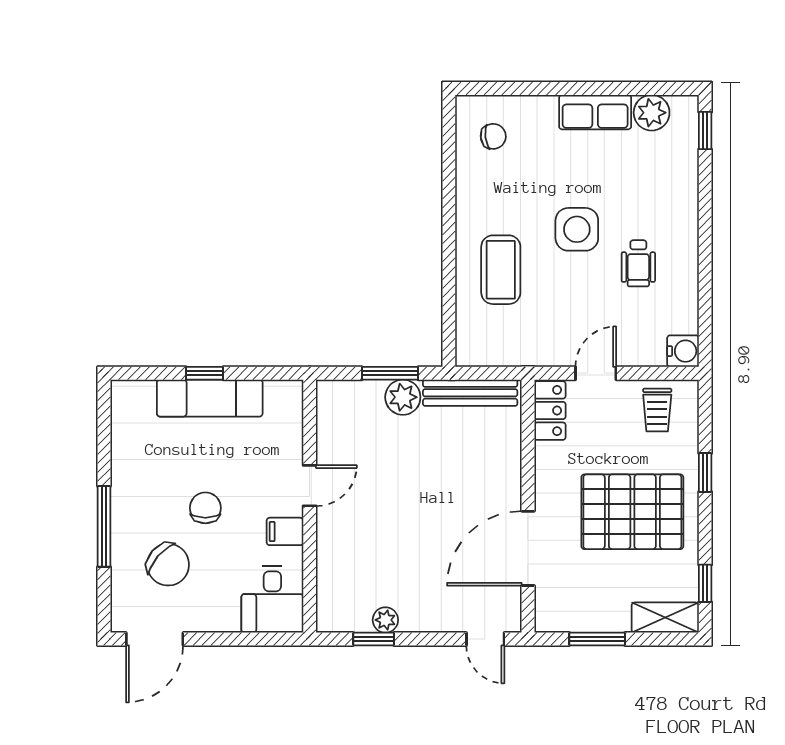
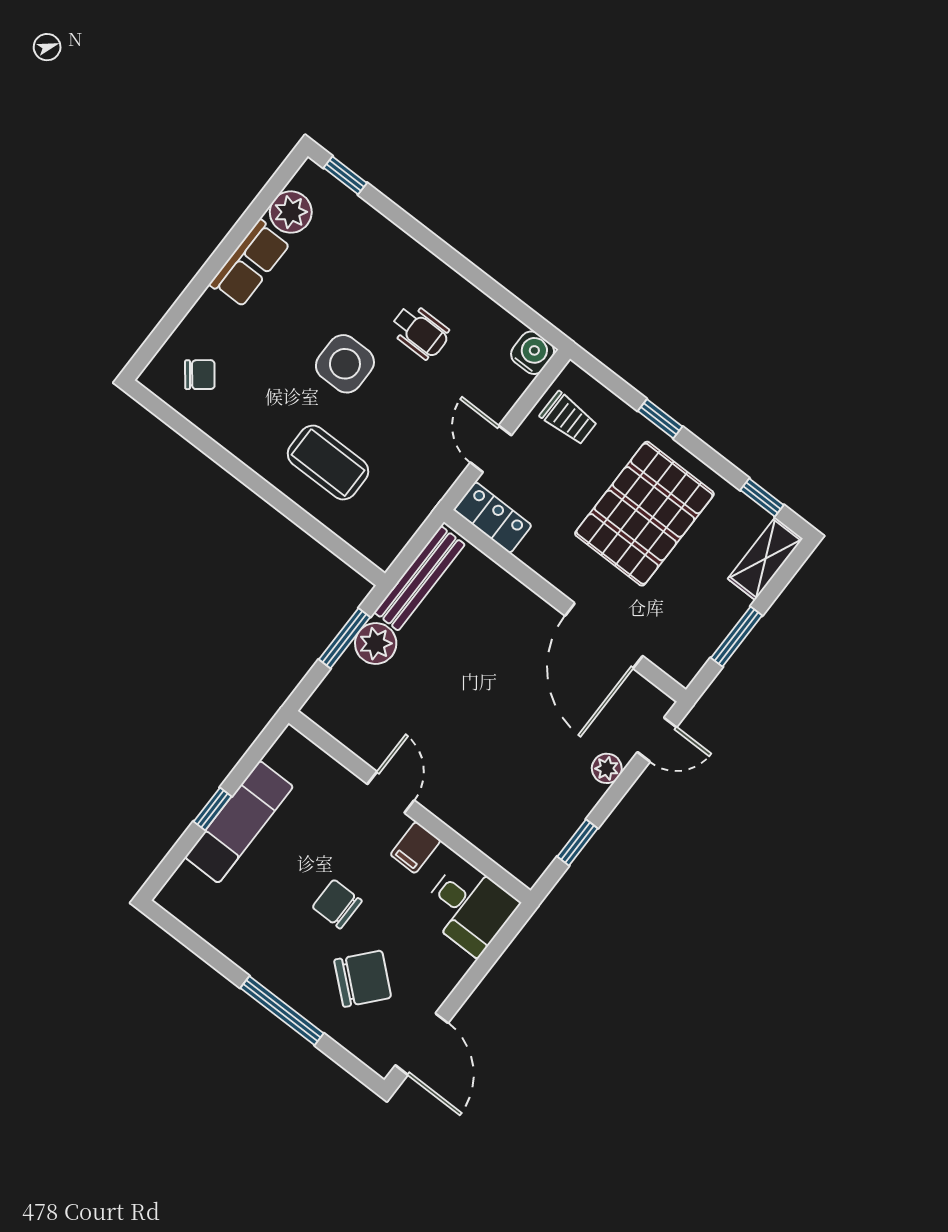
chair: (493, 136) -> (200, 375), turned 59
plant: (385, 620) -> (607, 768), moved

